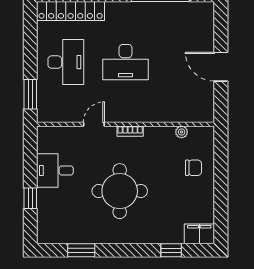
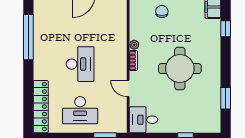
desk: (66, 62) -> (80, 110), turned 180
plant: (182, 132) -> (134, 45), moved
desk: (55, 170) -> (144, 120), moved, turned 90

